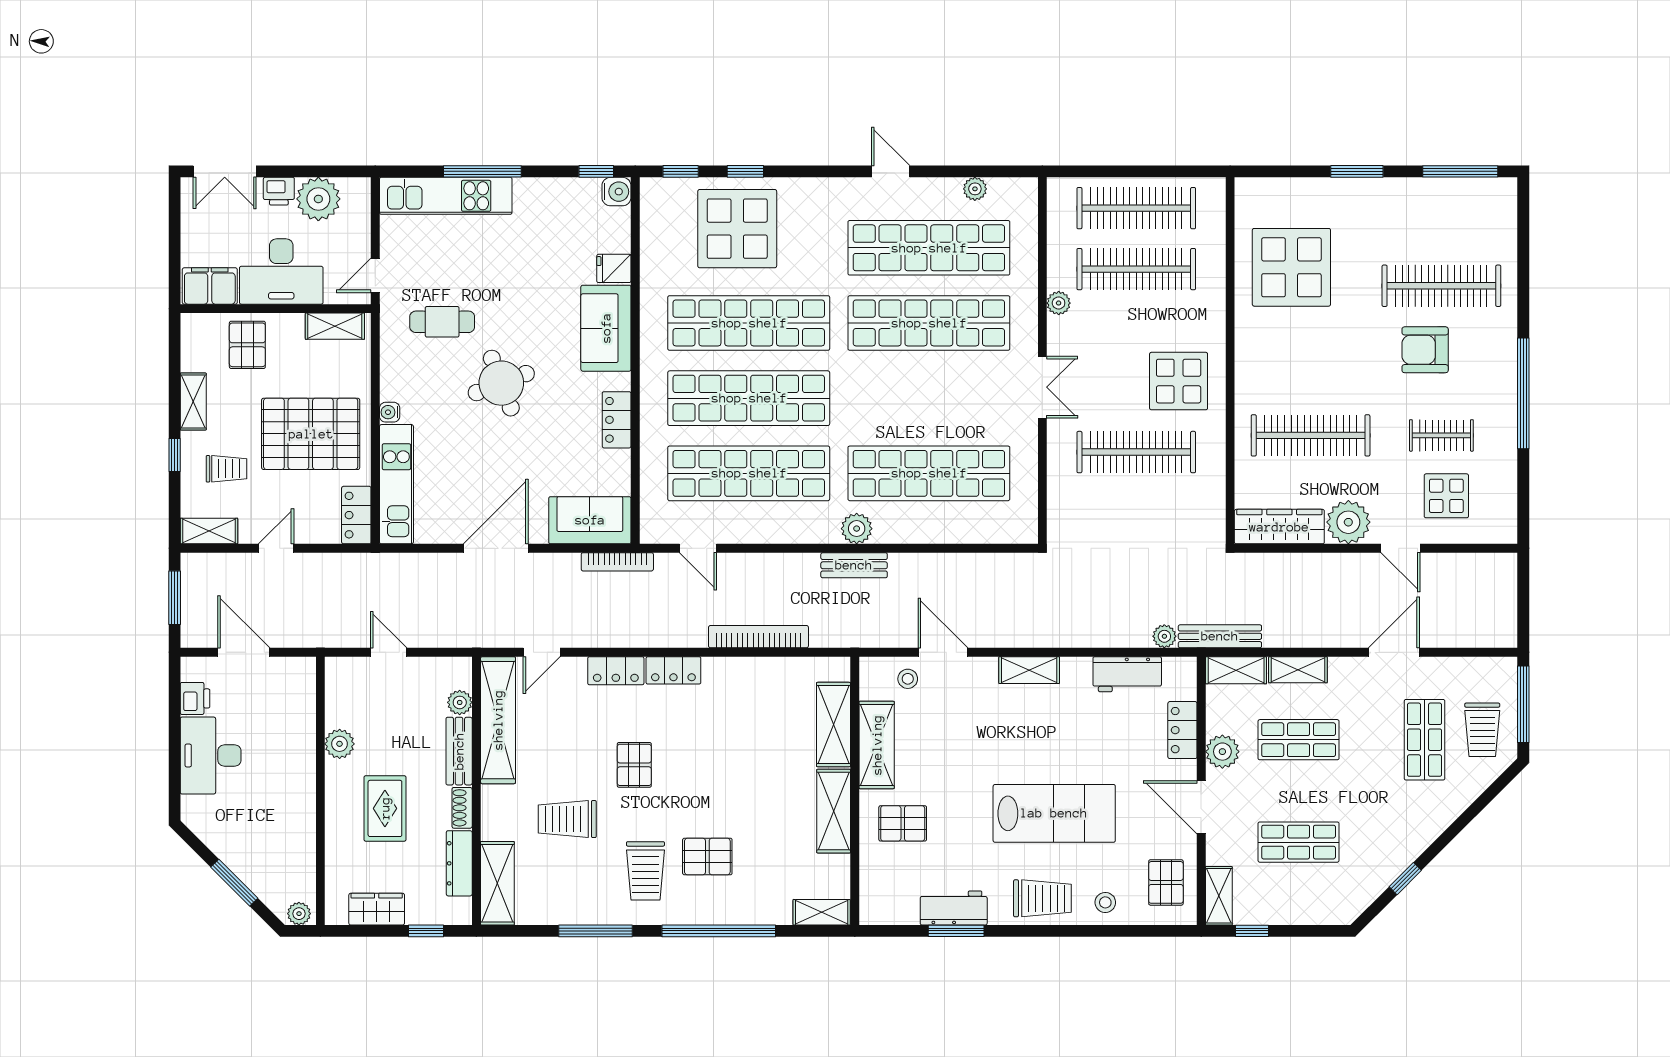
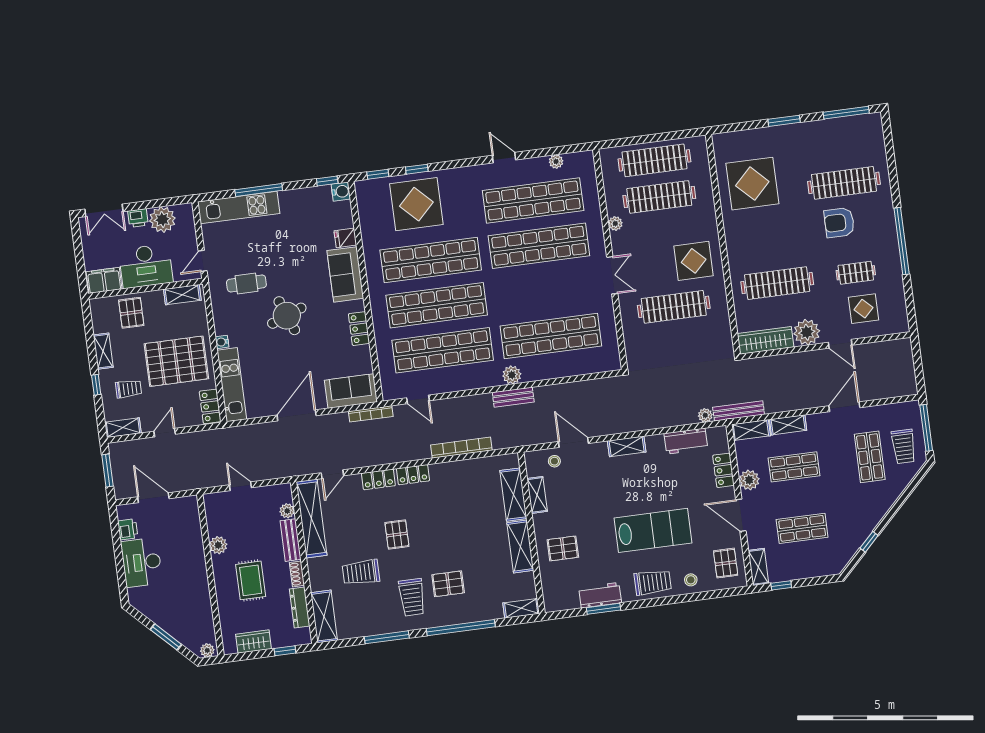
shelving: (877, 745) -> (537, 495), width x0.67, depth x0.75

